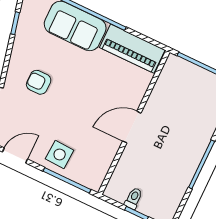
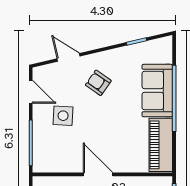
armchair: (39, 82) -> (98, 83), turned -55
side table: (60, 155) -> (63, 116), moved

